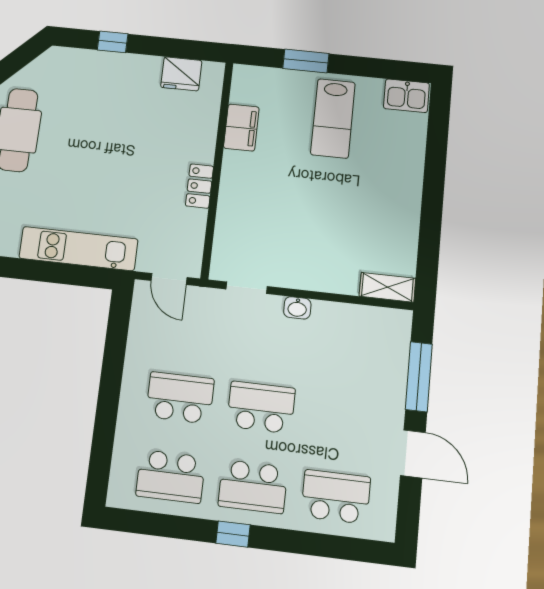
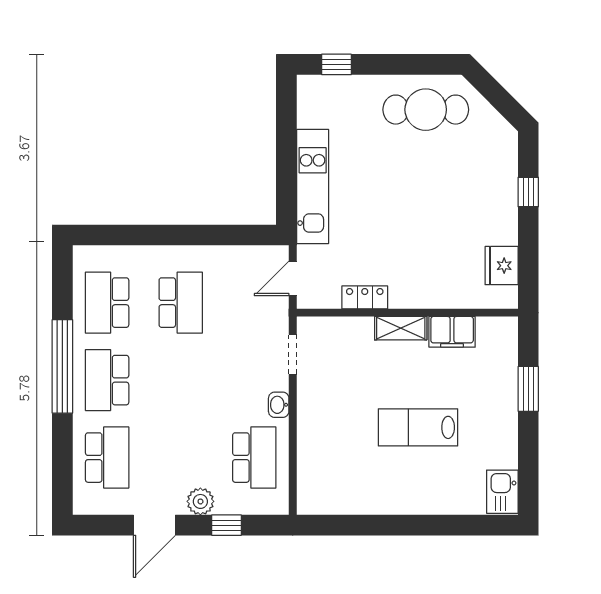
lab bench: (333, 118) -> (418, 427), moved
locker: (199, 186) -> (365, 297), moved
shelving: (387, 287) -> (401, 328), moved, turned 90
window: (419, 377) -> (227, 525), width x0.46
plant: (391, 401) -> (200, 501), added
school desk: (261, 407) -> (254, 458), moved
window: (233, 534) -> (62, 366), width x3.17

